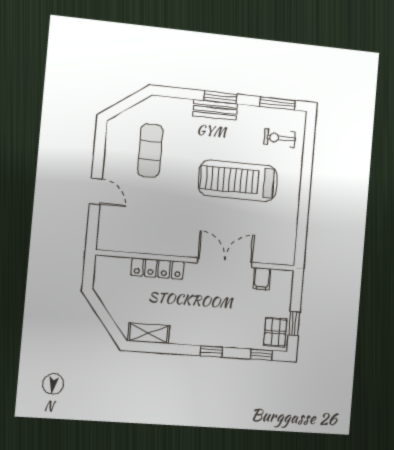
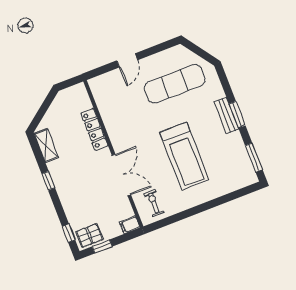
exercise bike: (280, 138) -> (154, 203), moved
exercise mat: (150, 150) -> (175, 84), width x1.36, depth x1.45
treadmill: (238, 181) -> (184, 156), turned 180
filing cabinet: (262, 279) -> (130, 225), moved
window: (211, 351) -> (48, 181), moved

